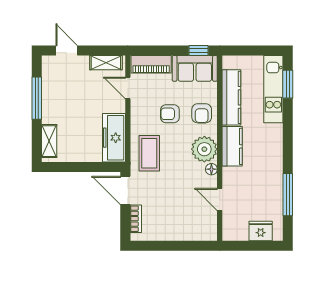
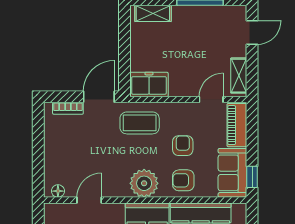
freezer: (114, 138) -> (149, 84), width x0.71
floor lamp: (211, 169) -> (58, 191), moved

